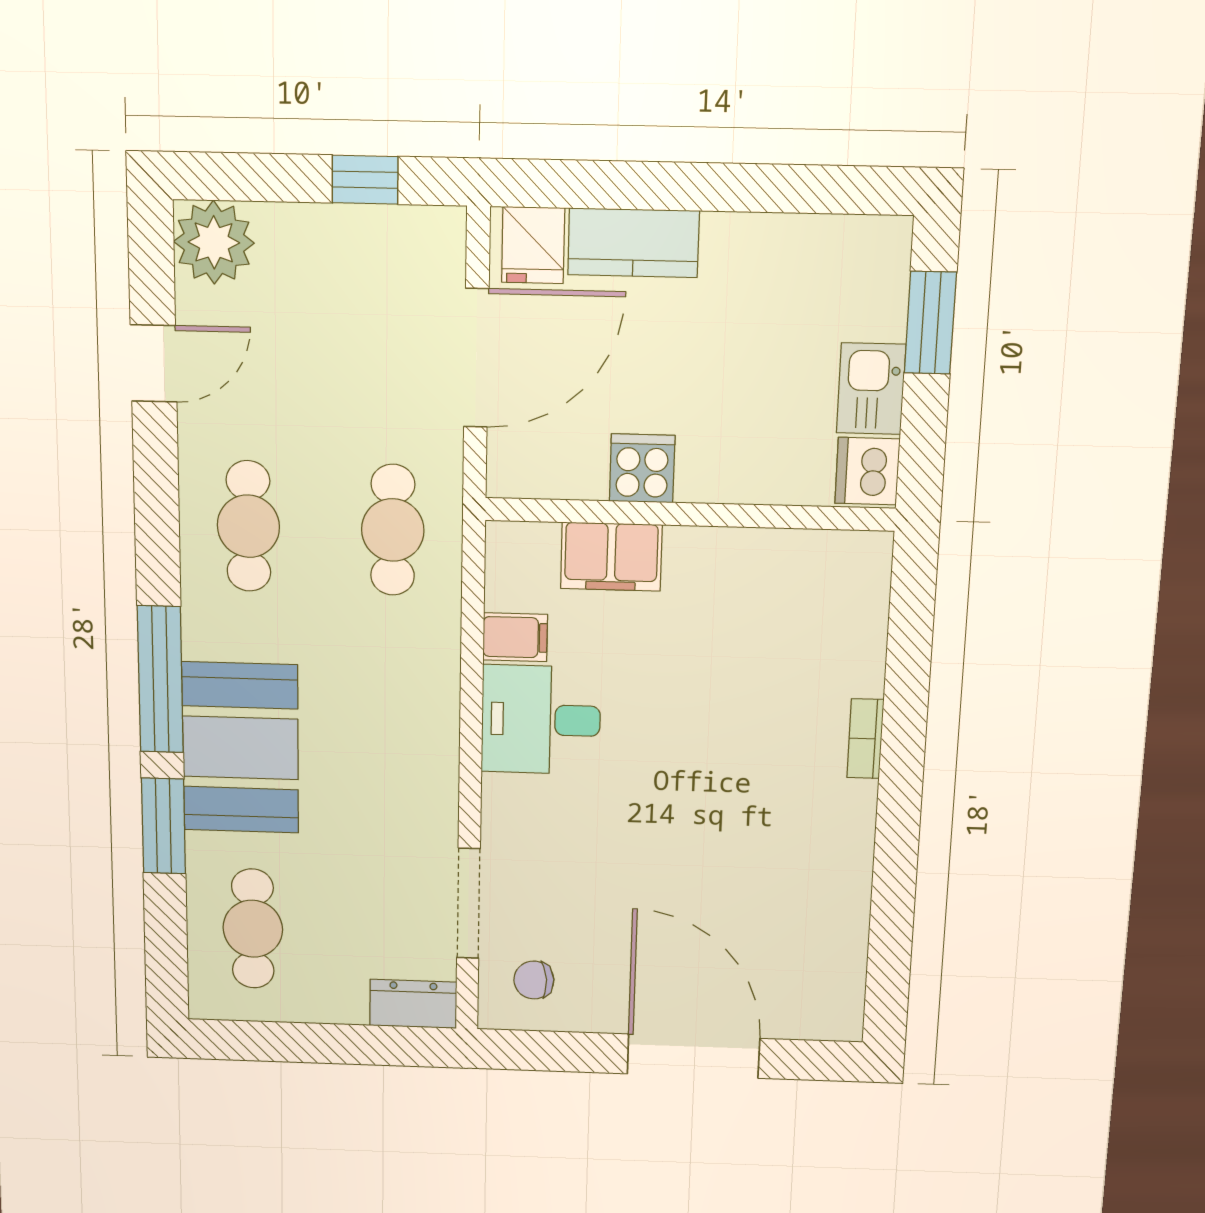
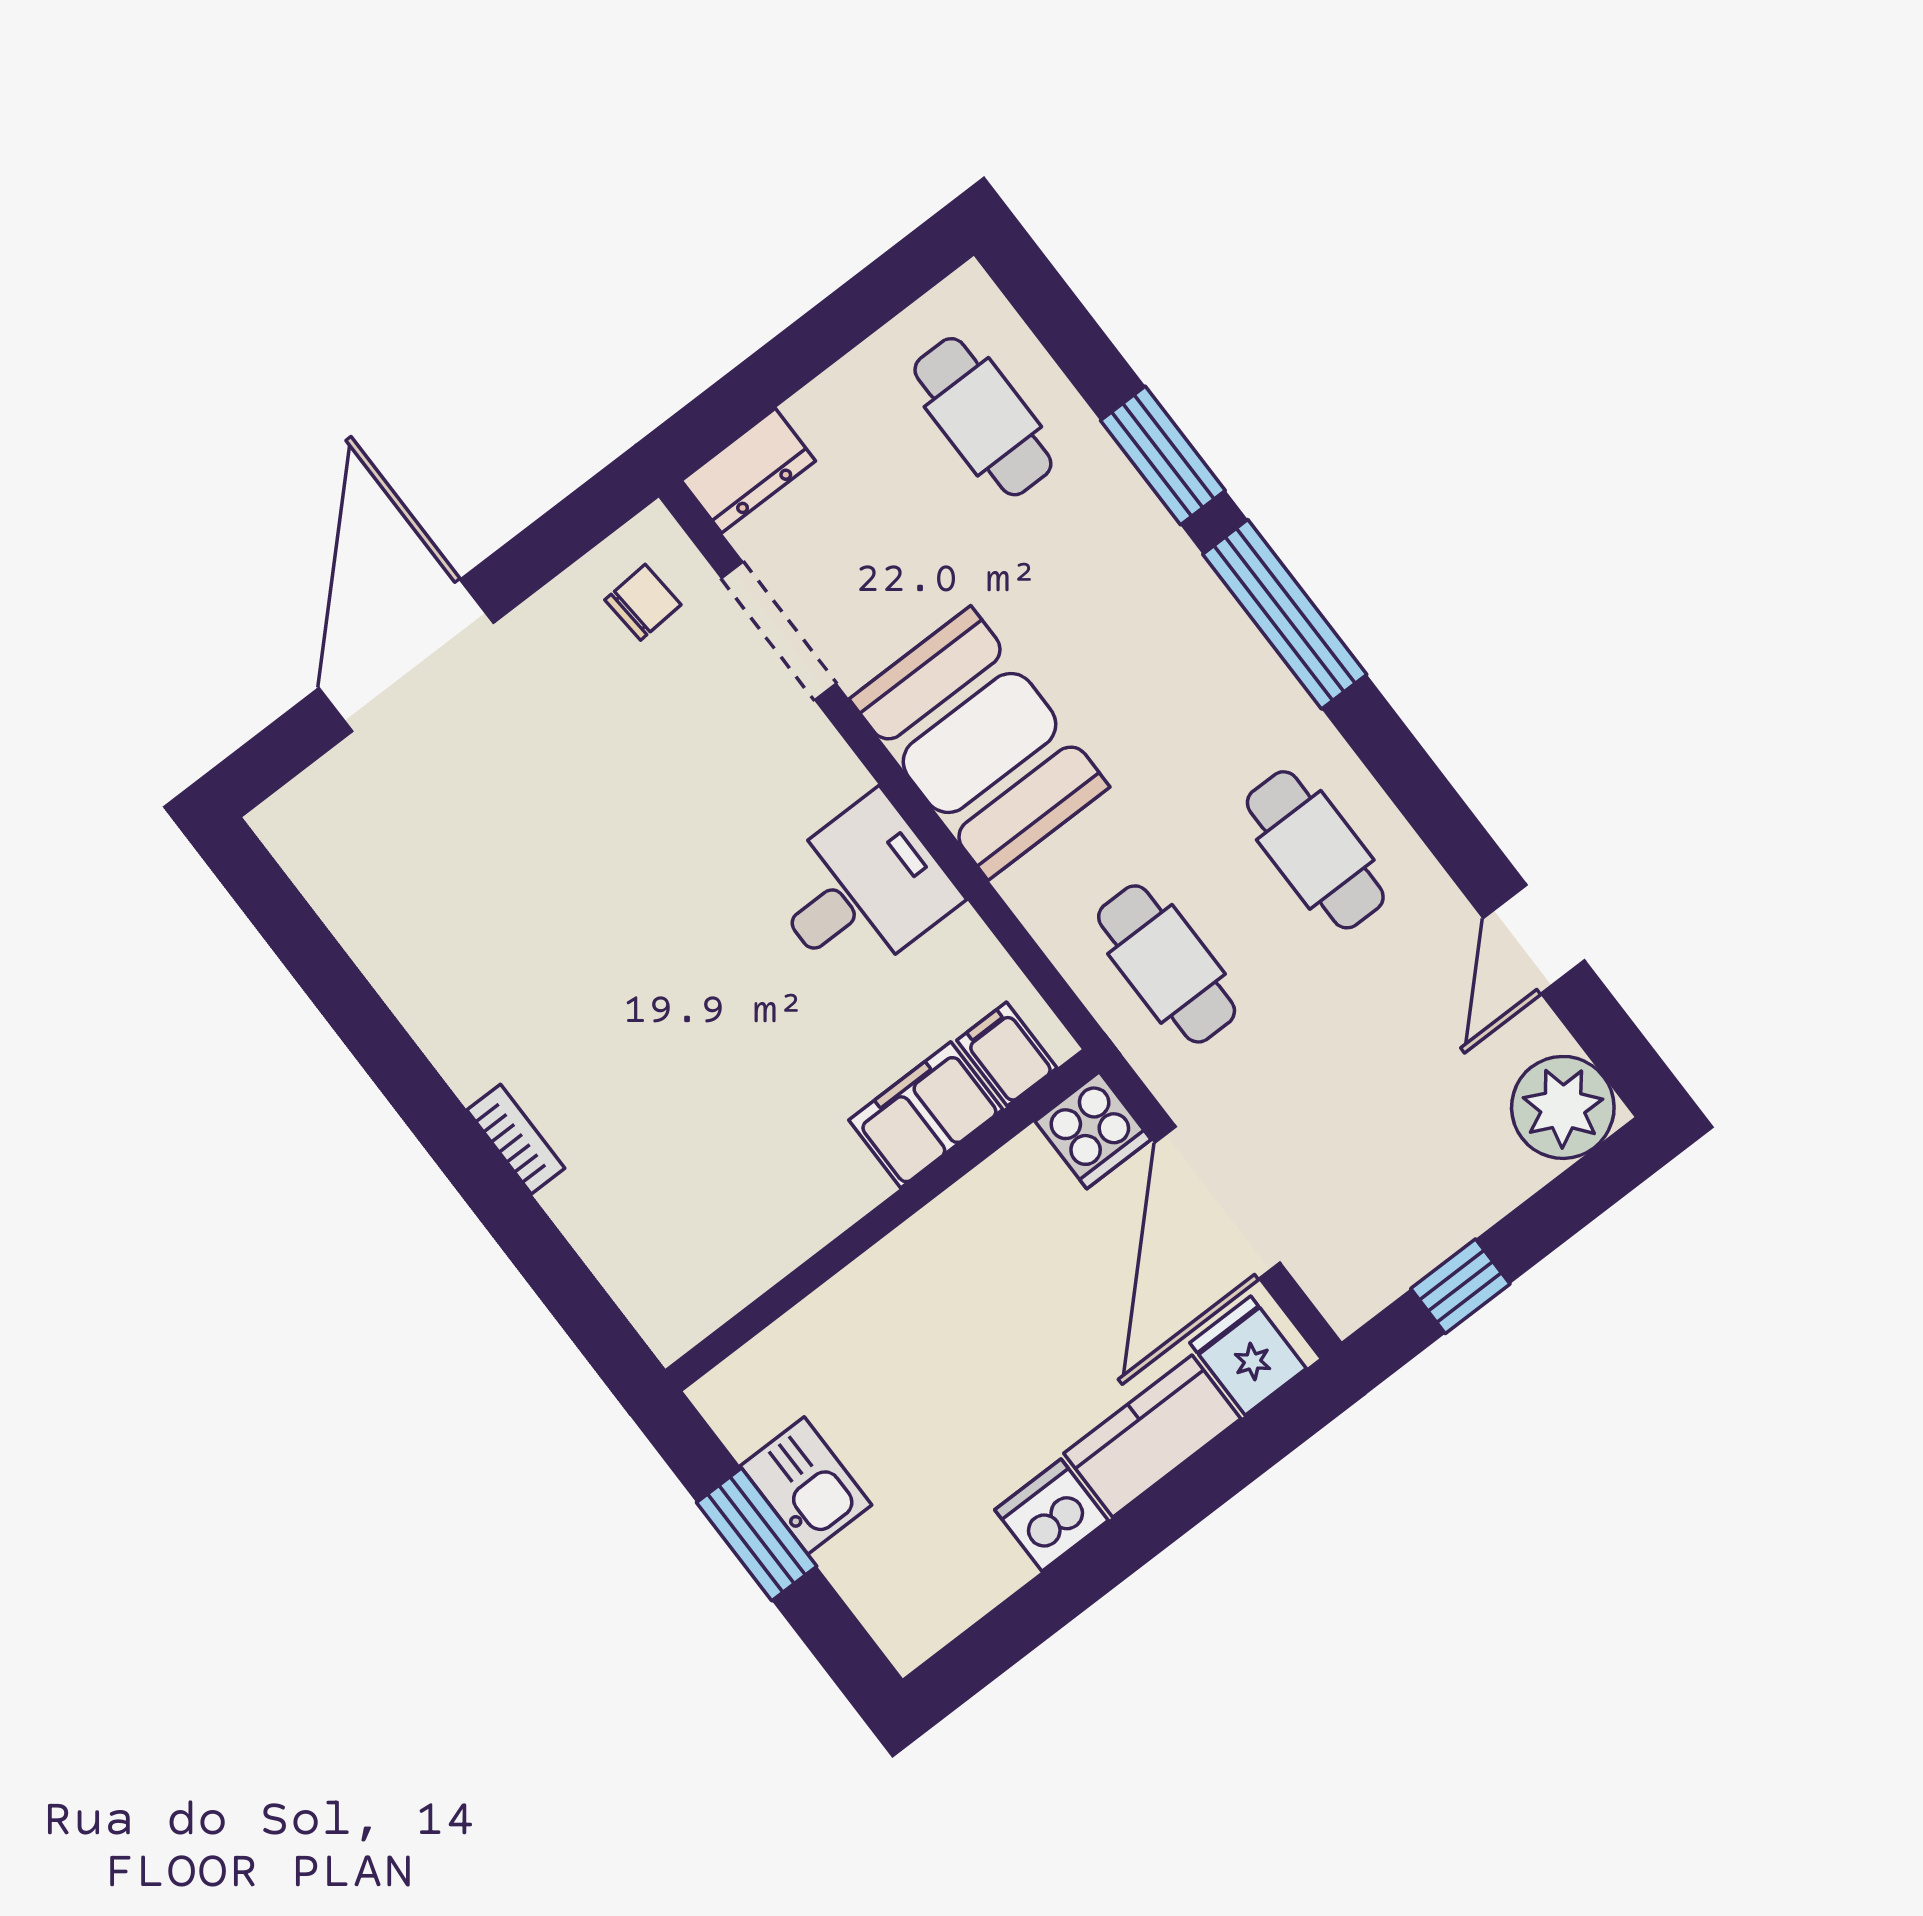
window: (930, 323) -> (757, 1534), moved
cooker: (642, 468) -> (1093, 1130), moved
dishwasher: (867, 471) -> (1051, 1515), moved, turned -90
filing cabinet: (515, 637) -> (1007, 1054), moved, turned 90
booth: (240, 748) -> (979, 743), moved
door: (693, 1056) -> (406, 655), swing flipped

